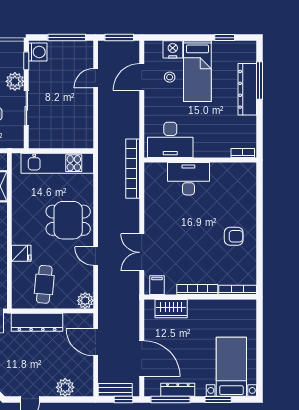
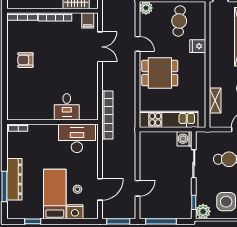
washing machine: (38, 52) -> (184, 139), moved
plant: (15, 81) -> (203, 211), moved
desk: (188, 179) -> (67, 107), width x0.73

